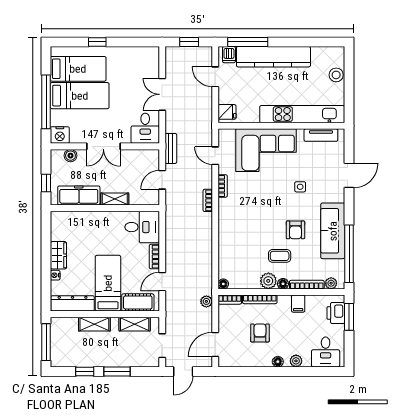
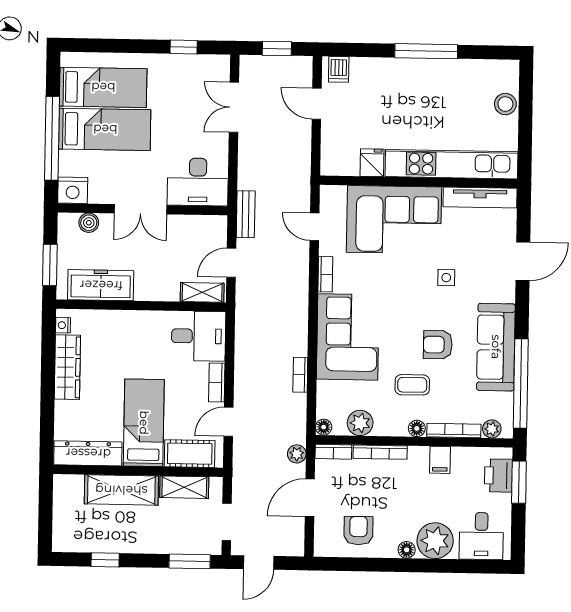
window: (97, 42) -> (184, 47), moved
window: (248, 42) -> (426, 51), moved
kitchen counter: (273, 57) -> (408, 74), removed
double door: (162, 94) -> (234, 107), moved
fridge: (227, 112) -> (372, 163), moved, turned -90
desk: (145, 128) -> (198, 182), width x1.37
tv unit: (321, 135) -> (480, 198), width x1.41
window: (46, 183) -> (50, 265), width x1.50
shelving: (115, 199) -> (202, 292), moved
bookcase: (208, 200) -> (300, 375), moved
corner sofa: (238, 226) -> (348, 337), added
armchair: (295, 230) -> (438, 345), turned 90
wardrobe: (58, 255) -> (67, 367), width x1.50
nightstand: (55, 275) -> (63, 325), moved
plant: (268, 281) -> (360, 423), moved
shelving: (94, 324) -> (121, 490), width x1.50, depth x1.33
armchair: (260, 333) -> (358, 531), moved
window: (46, 342) -> (45, 513), removed
door: (215, 344) -> (310, 498), moved
plant: (296, 361) -> (435, 541), width x1.88, depth x1.88
window: (117, 371) -> (190, 561), moved

